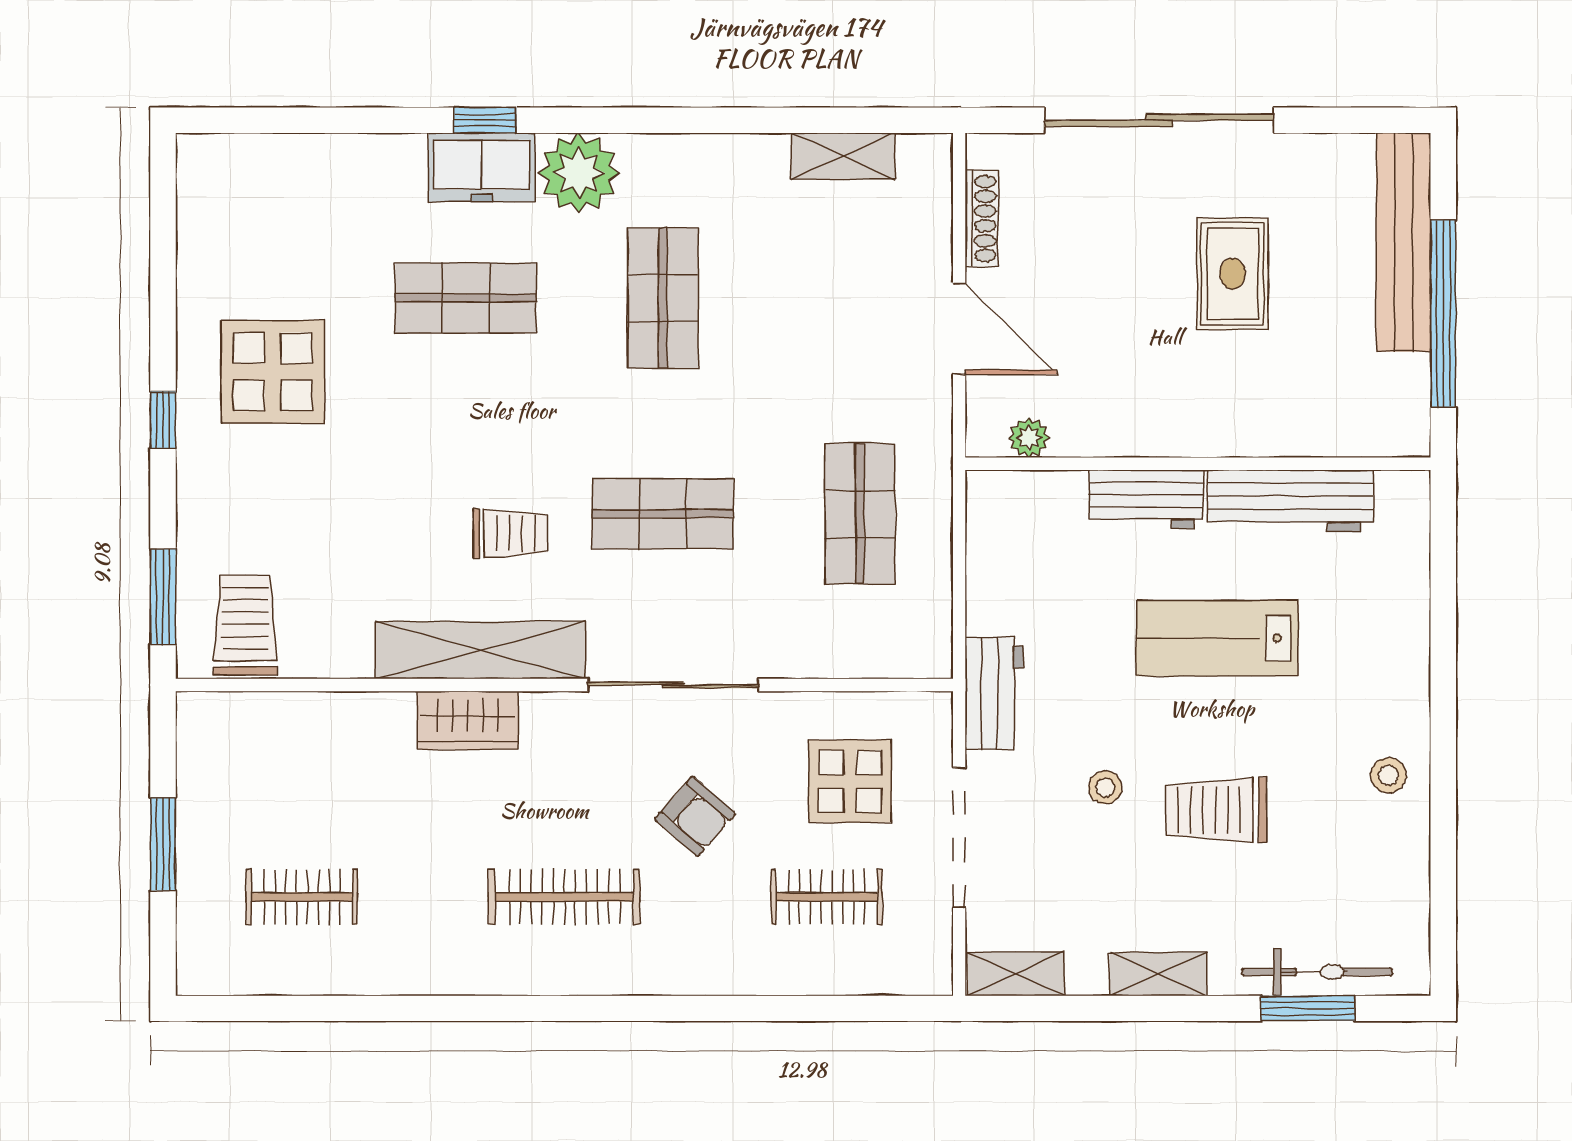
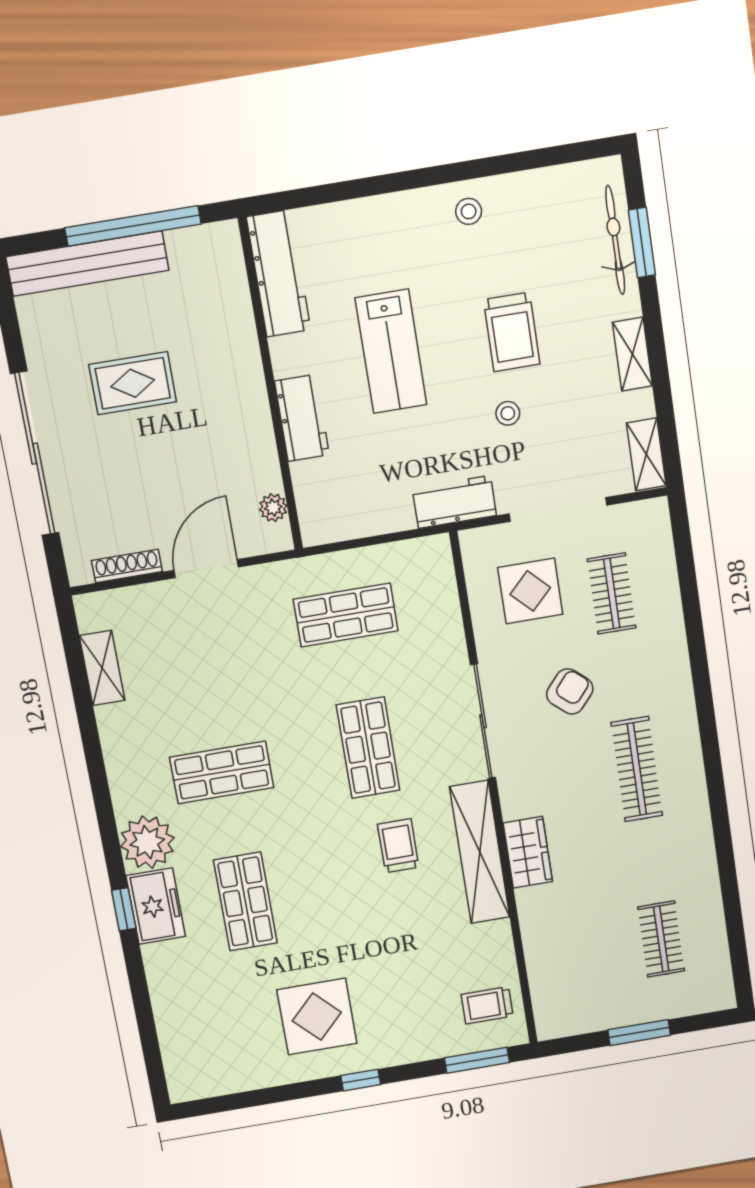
workbench: (1290, 501) -> (279, 273), moved
trolley: (245, 625) -> (487, 1005), width x0.73, depth x0.72

